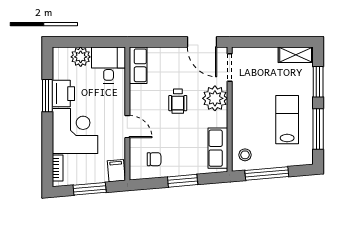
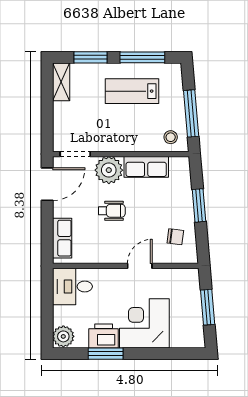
plant: (81, 57) -> (63, 336), moved
row of seats: (138, 65) -> (62, 238), moved, turned 90
row of seats: (218, 148) -> (146, 167), moved
chair: (154, 159) -> (175, 237), turned 97
bookcase: (58, 168) -> (185, 342), removed
filing cabinet: (116, 171) -> (188, 278), removed

